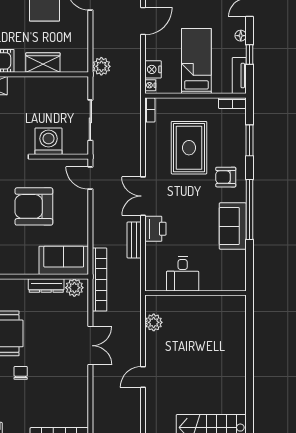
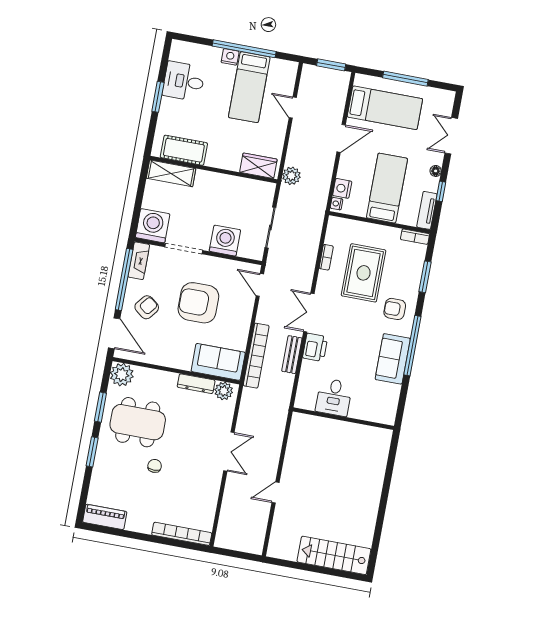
wardrobe: (43, 62) -> (258, 166), moved
bookcase: (150, 110) -> (326, 257), moved
bookcase: (100, 280) -> (256, 356), moved
plant: (154, 322) -> (296, 440), removed

